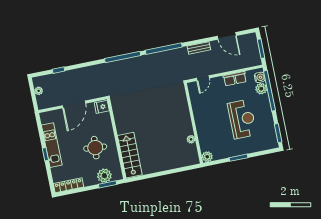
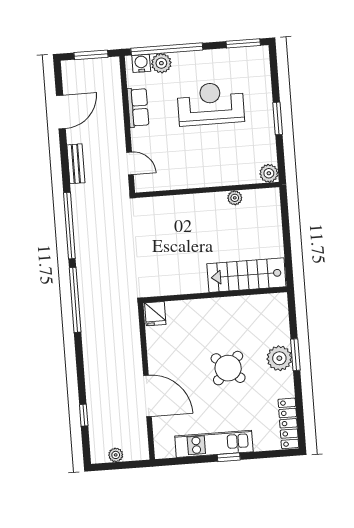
fridge: (102, 107) -> (155, 314), moved
wall: (117, 139) -> (215, 295), moved
round table: (95, 148) -> (228, 368), turned 38
stairs: (130, 155) -> (246, 275), moved

